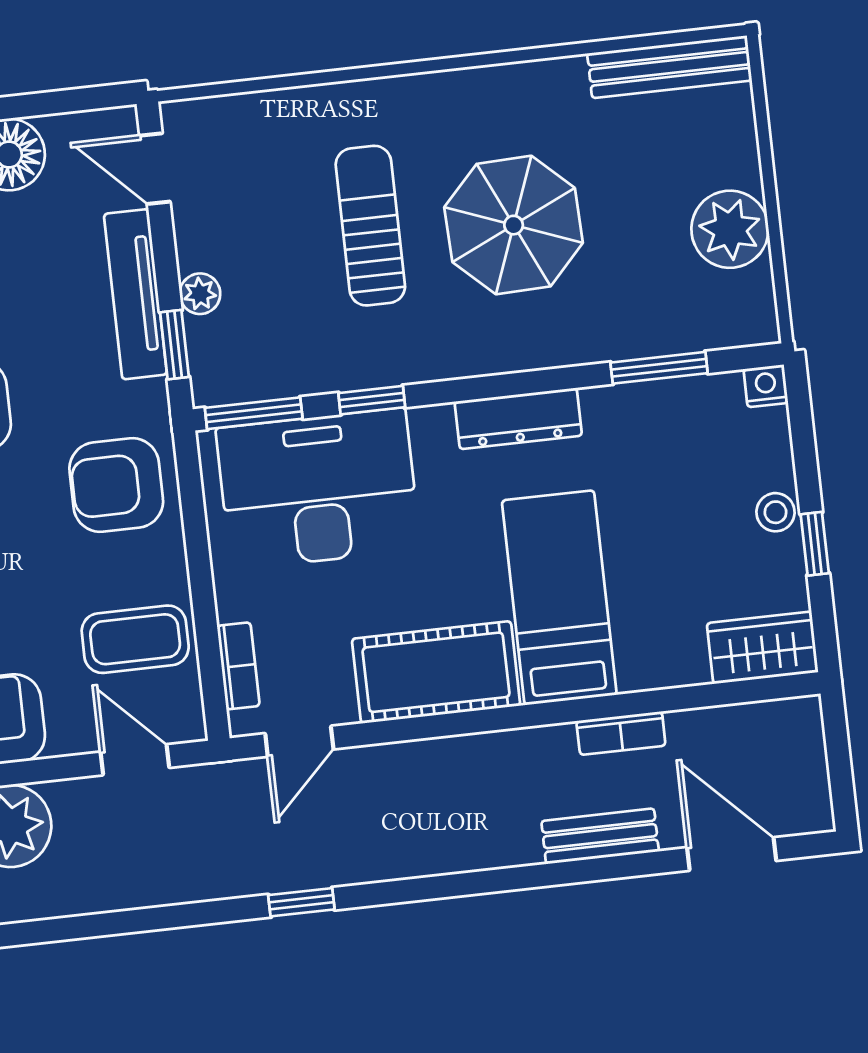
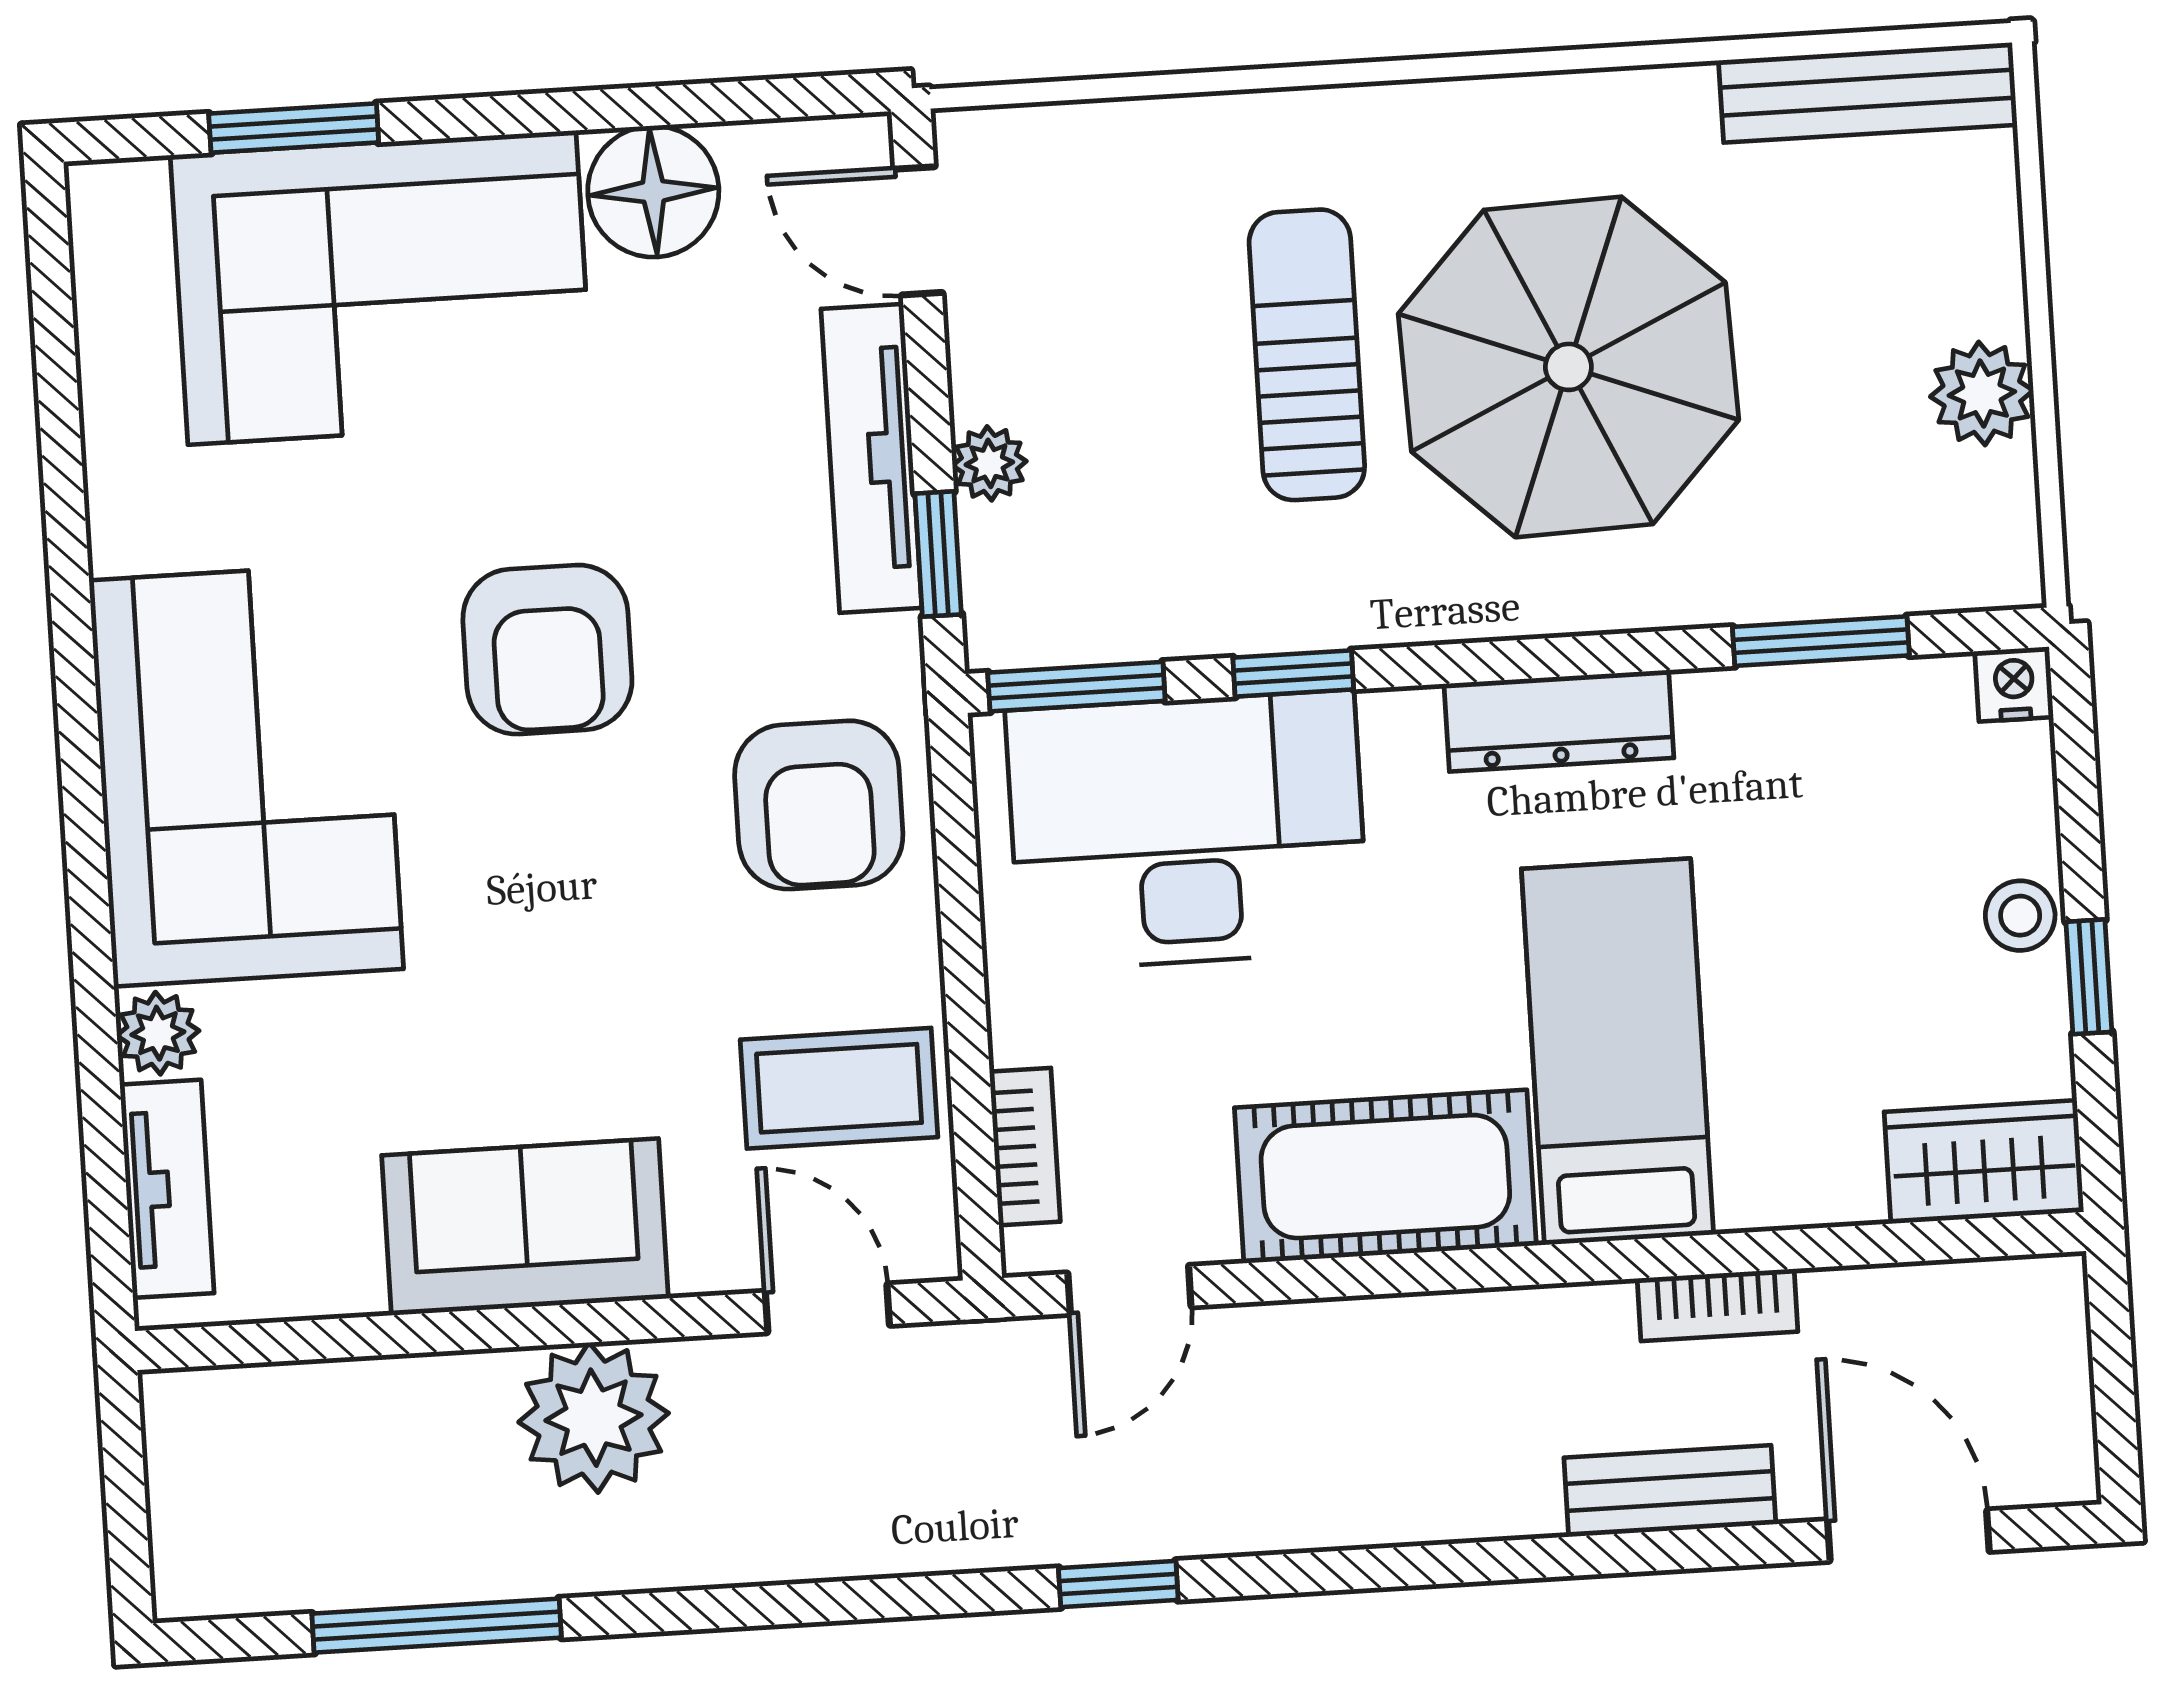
parasol: (514, 225) -> (1568, 367), width x1.36, depth x1.36
plant: (730, 229) -> (1982, 393), width x0.73, depth x0.73
armchair: (116, 485) -> (819, 805), turned -90

